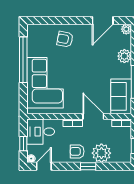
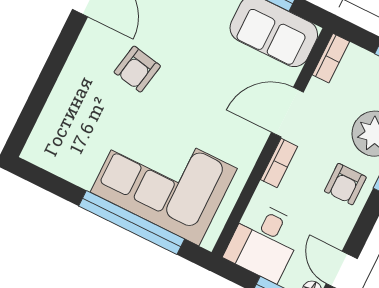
armchair: (65, 39) -> (137, 69), moved
window: (23, 60) -> (132, 223), moved

